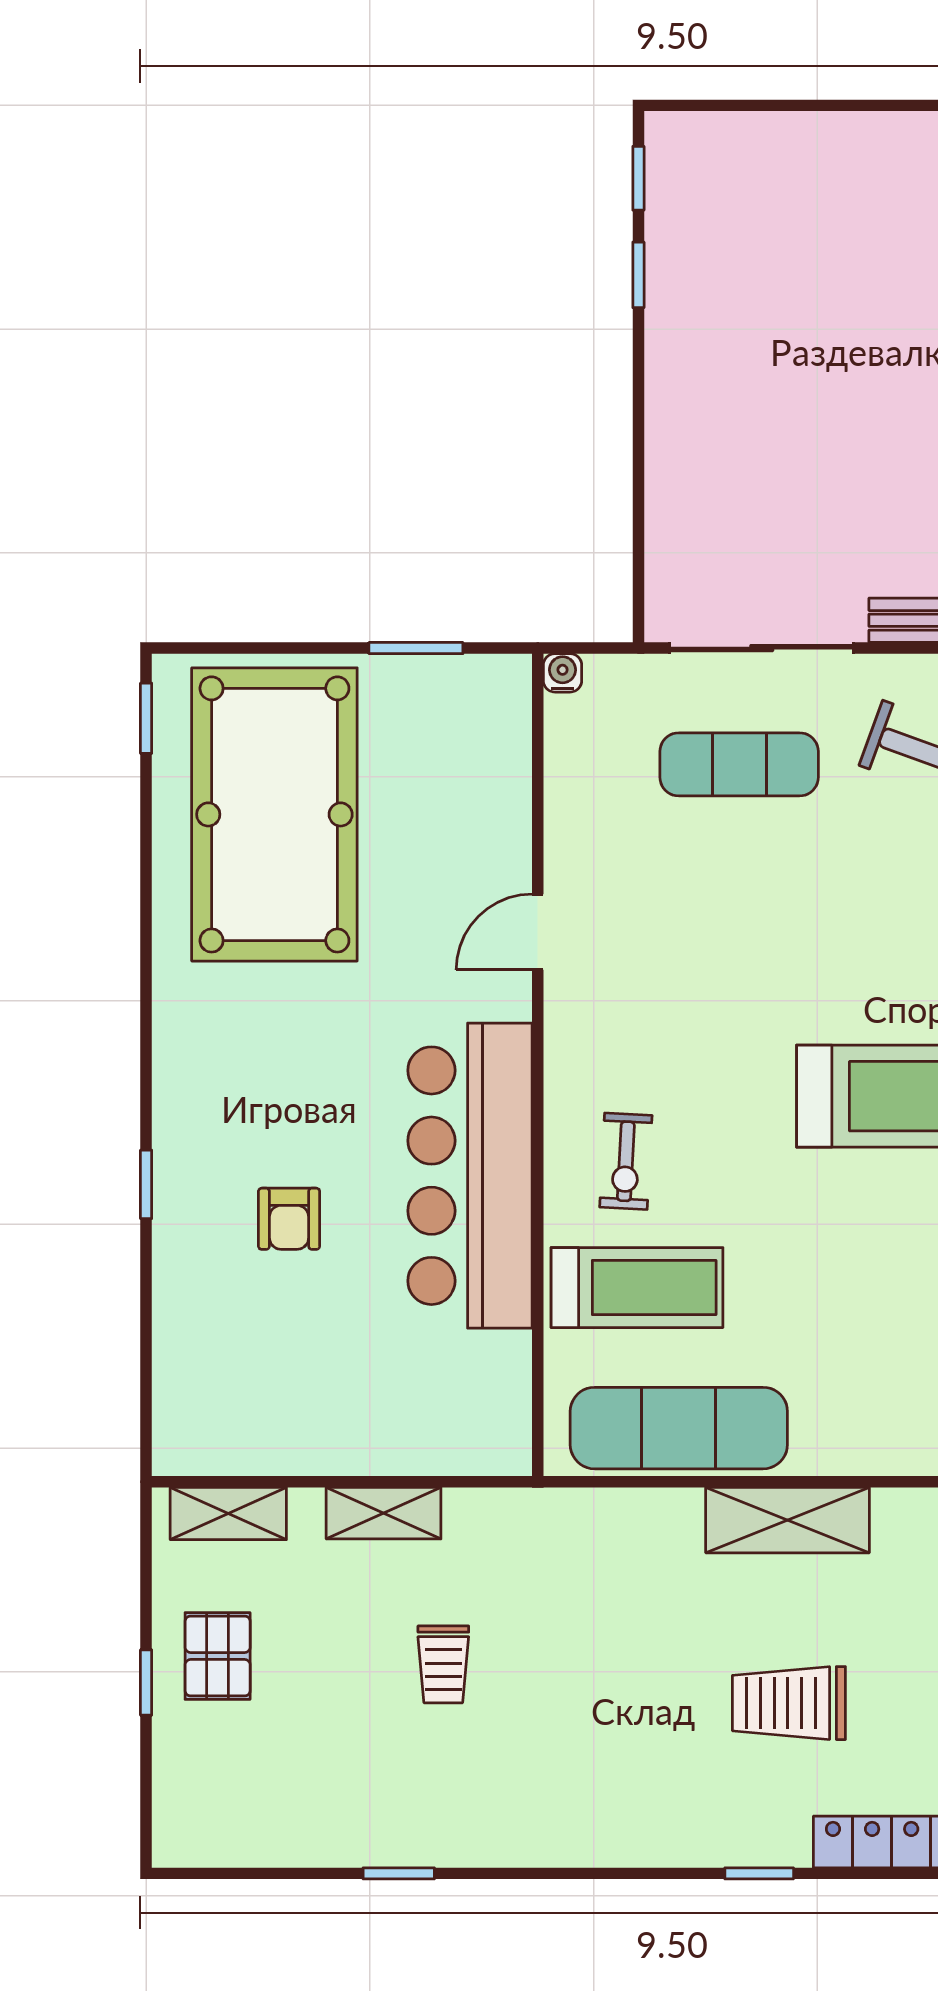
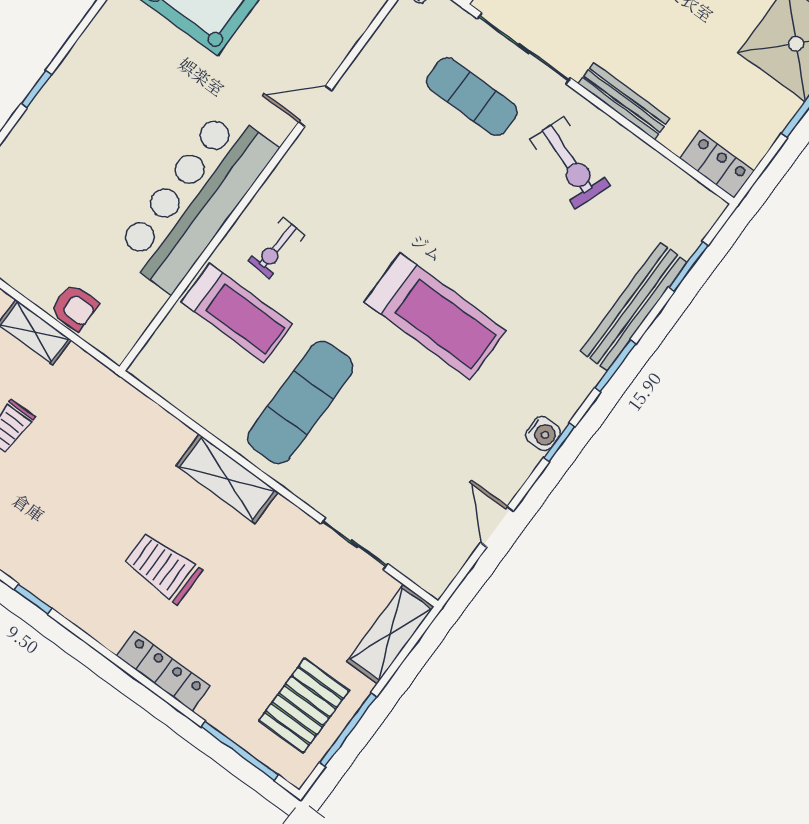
armchair: (289, 1219) -> (75, 307), moved, turned -90
exercise mat: (679, 1428) -> (300, 403), moved, turned 90
window: (759, 1873) -> (33, 599), moved

